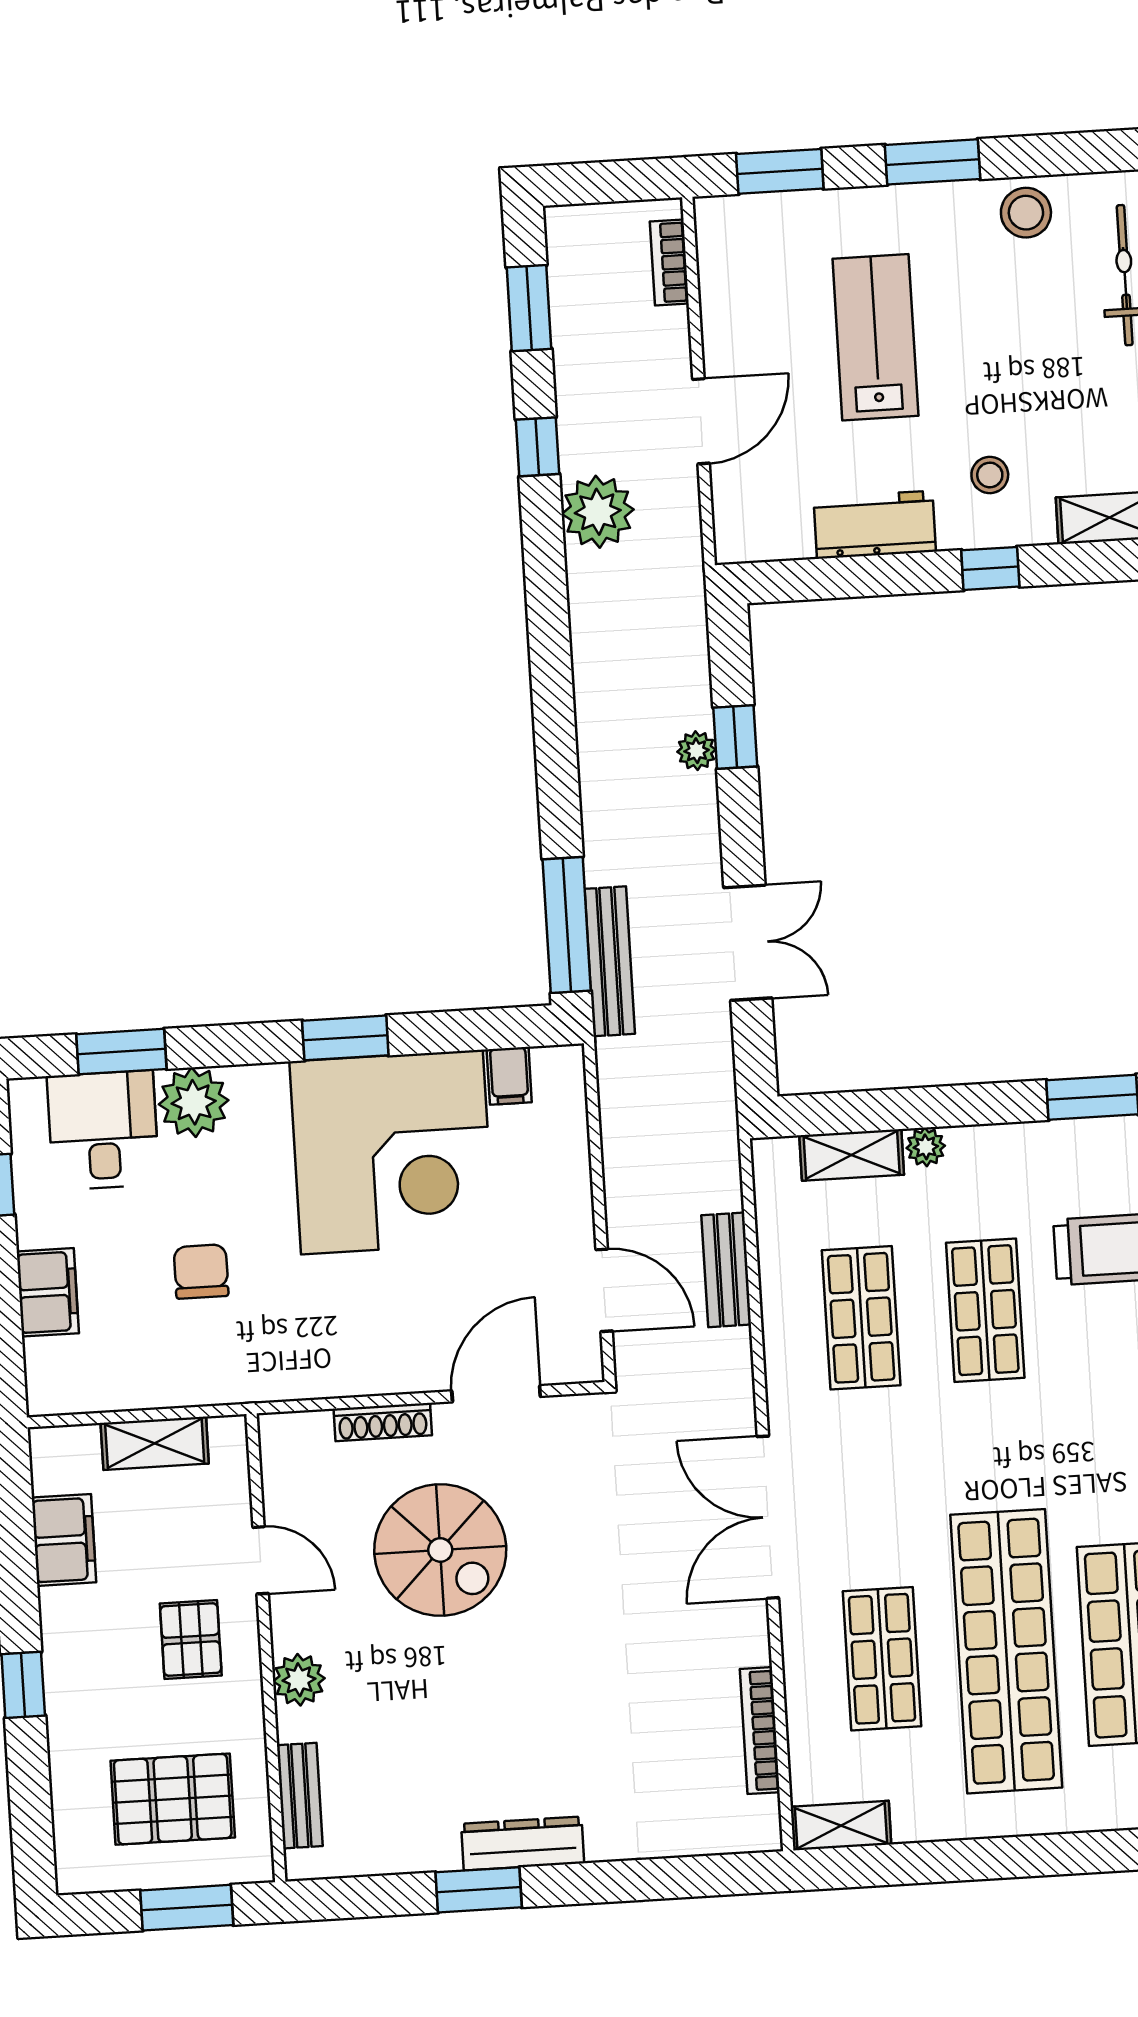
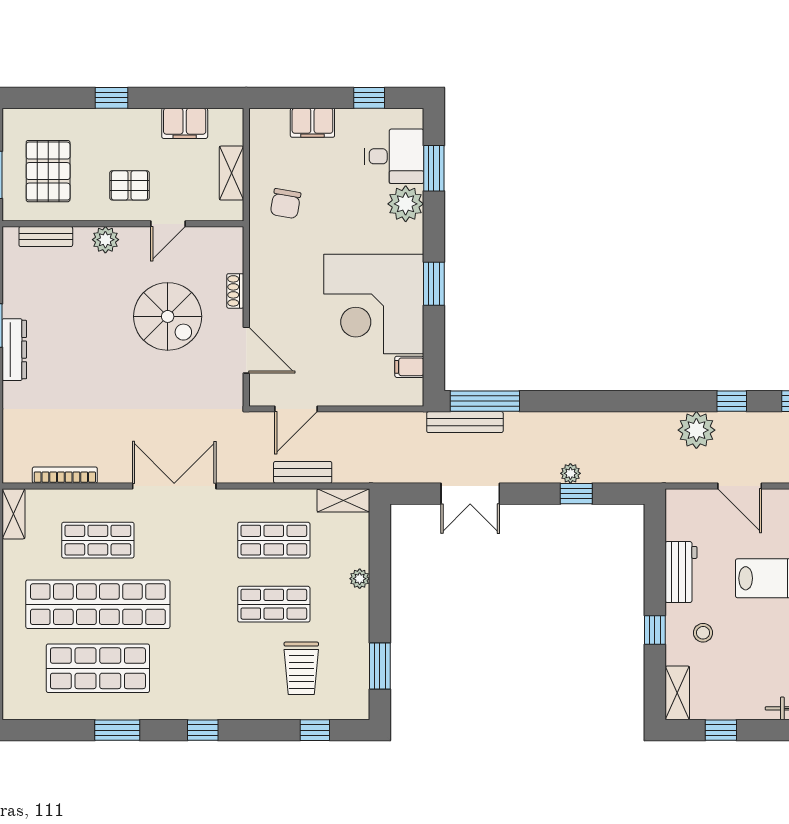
shelving: (852, 1155) -> (343, 500), moved, turned 90
chair: (201, 1271) -> (286, 204), moved, turned 100
shoe rack: (383, 1422) -> (235, 291), width x0.70
spiral stairs: (440, 1550) -> (168, 316), turned -90

